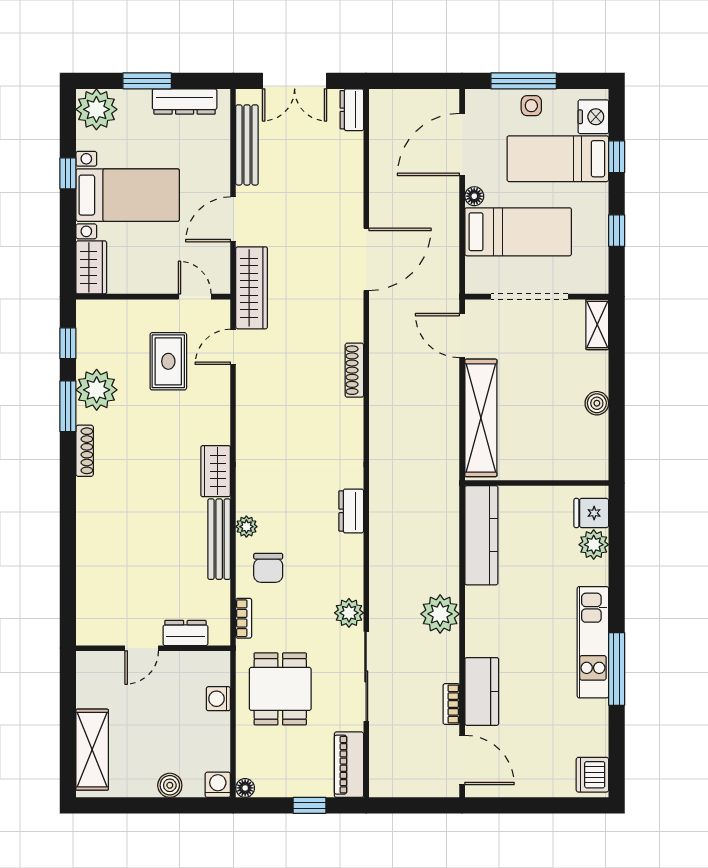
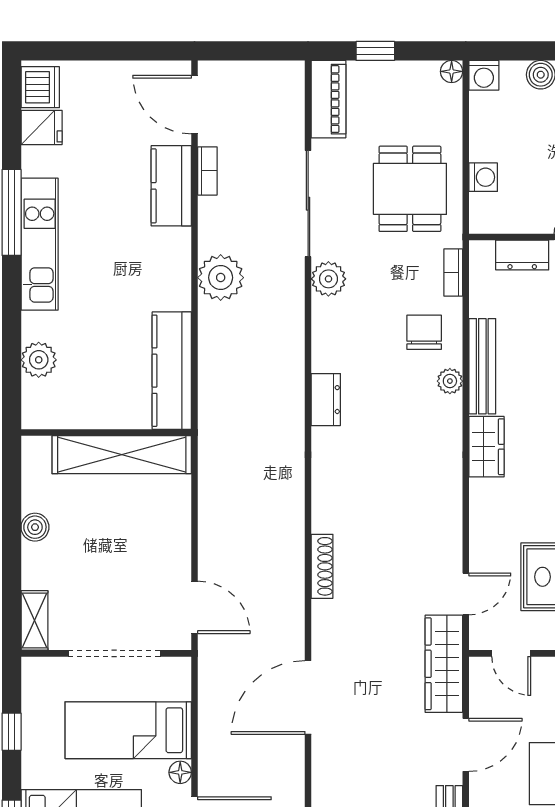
shelving: (481, 418) -> (122, 455), moved, turned 90
fridge: (591, 513) -> (42, 127), moved

